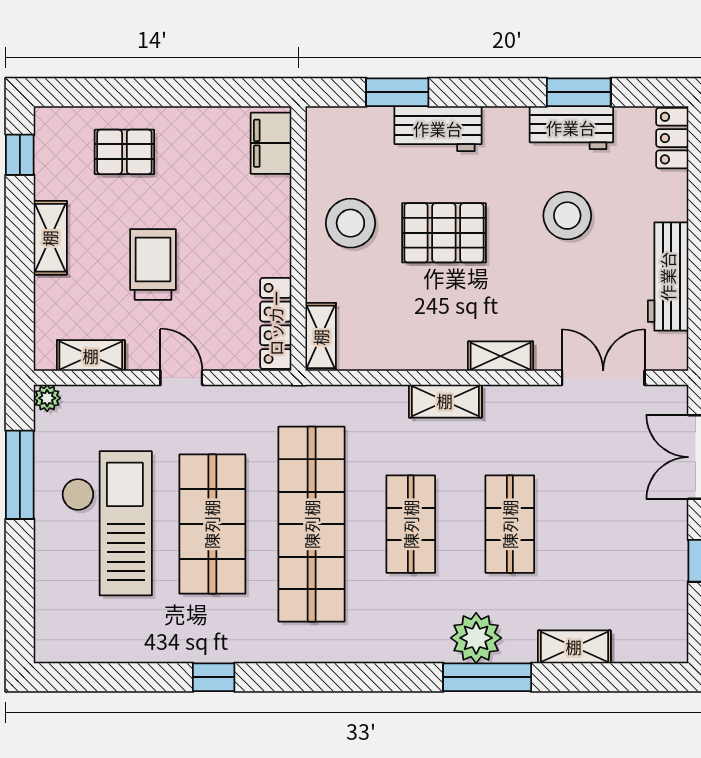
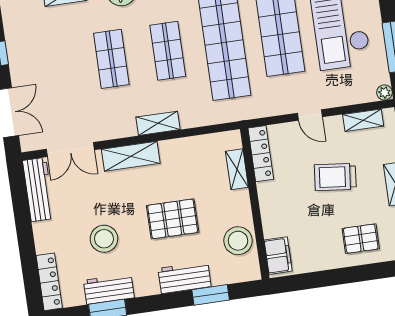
locker: (672, 138) -> (49, 282), width x1.53
stool: (350, 223) -> (238, 241), moved
trolley: (153, 264) -> (335, 177), turned 96
workbench: (668, 276) -> (38, 190), moved
shelving: (321, 337) -> (237, 169), moved
shelving: (501, 356) -> (131, 156), width x1.50, depth x1.33

